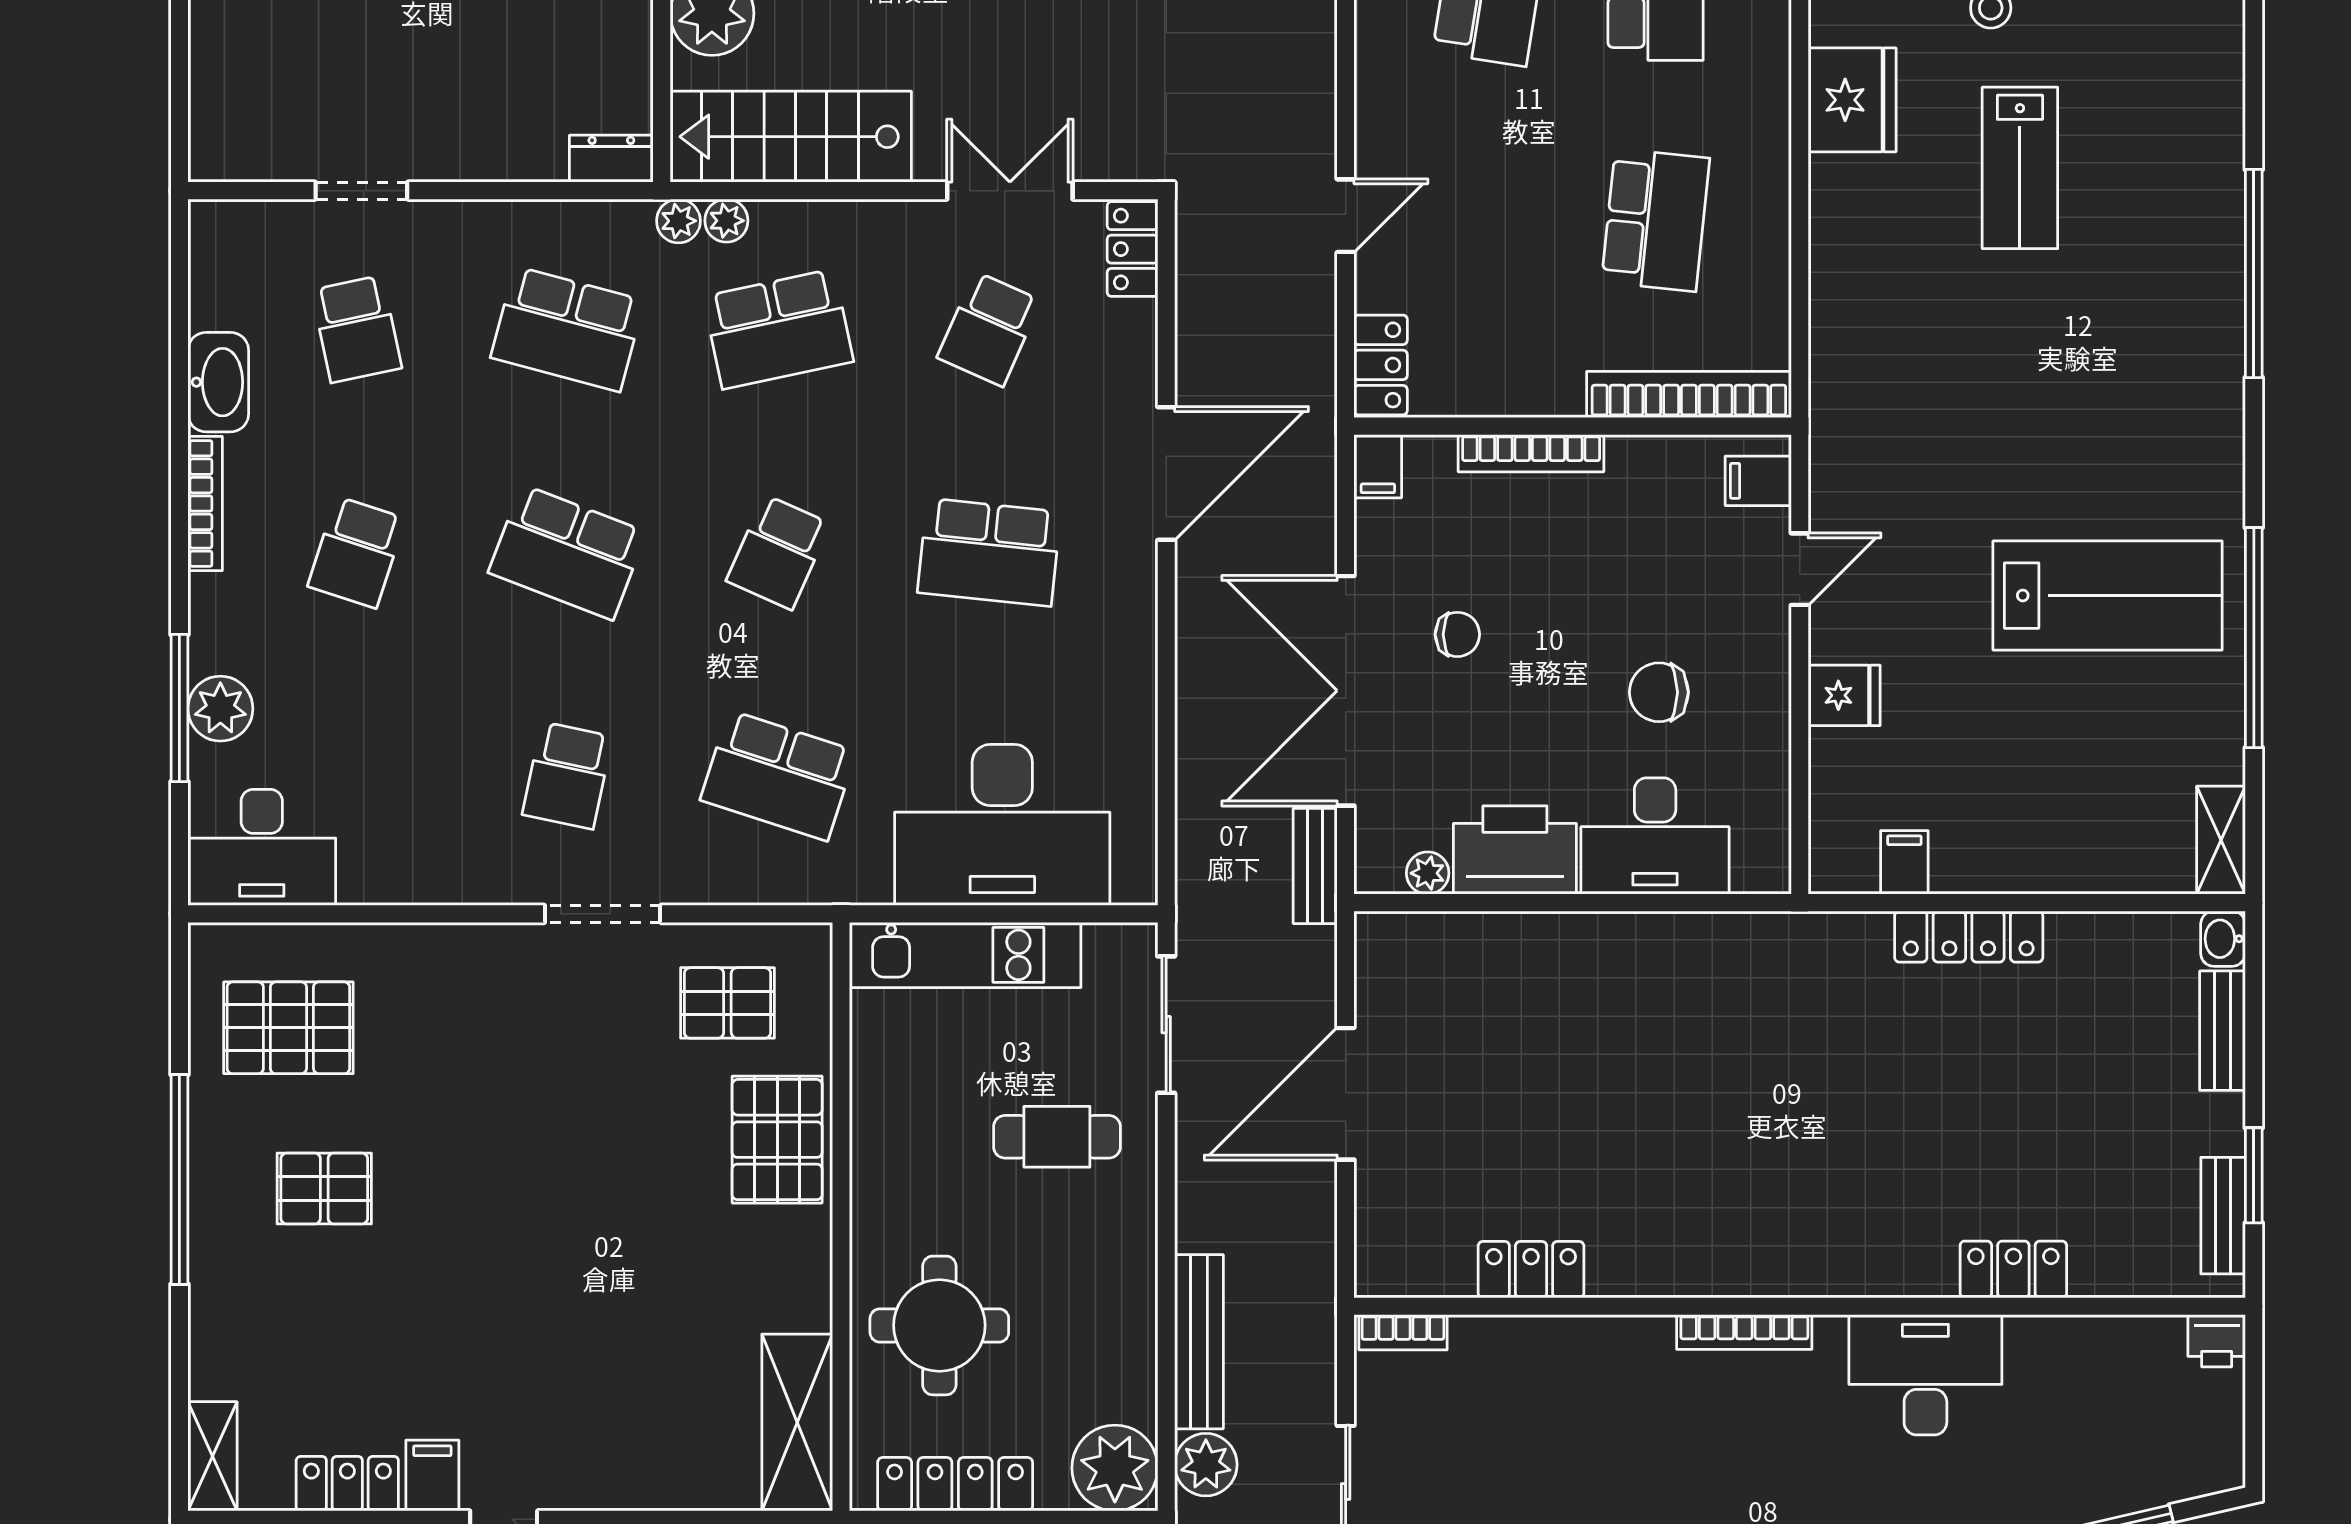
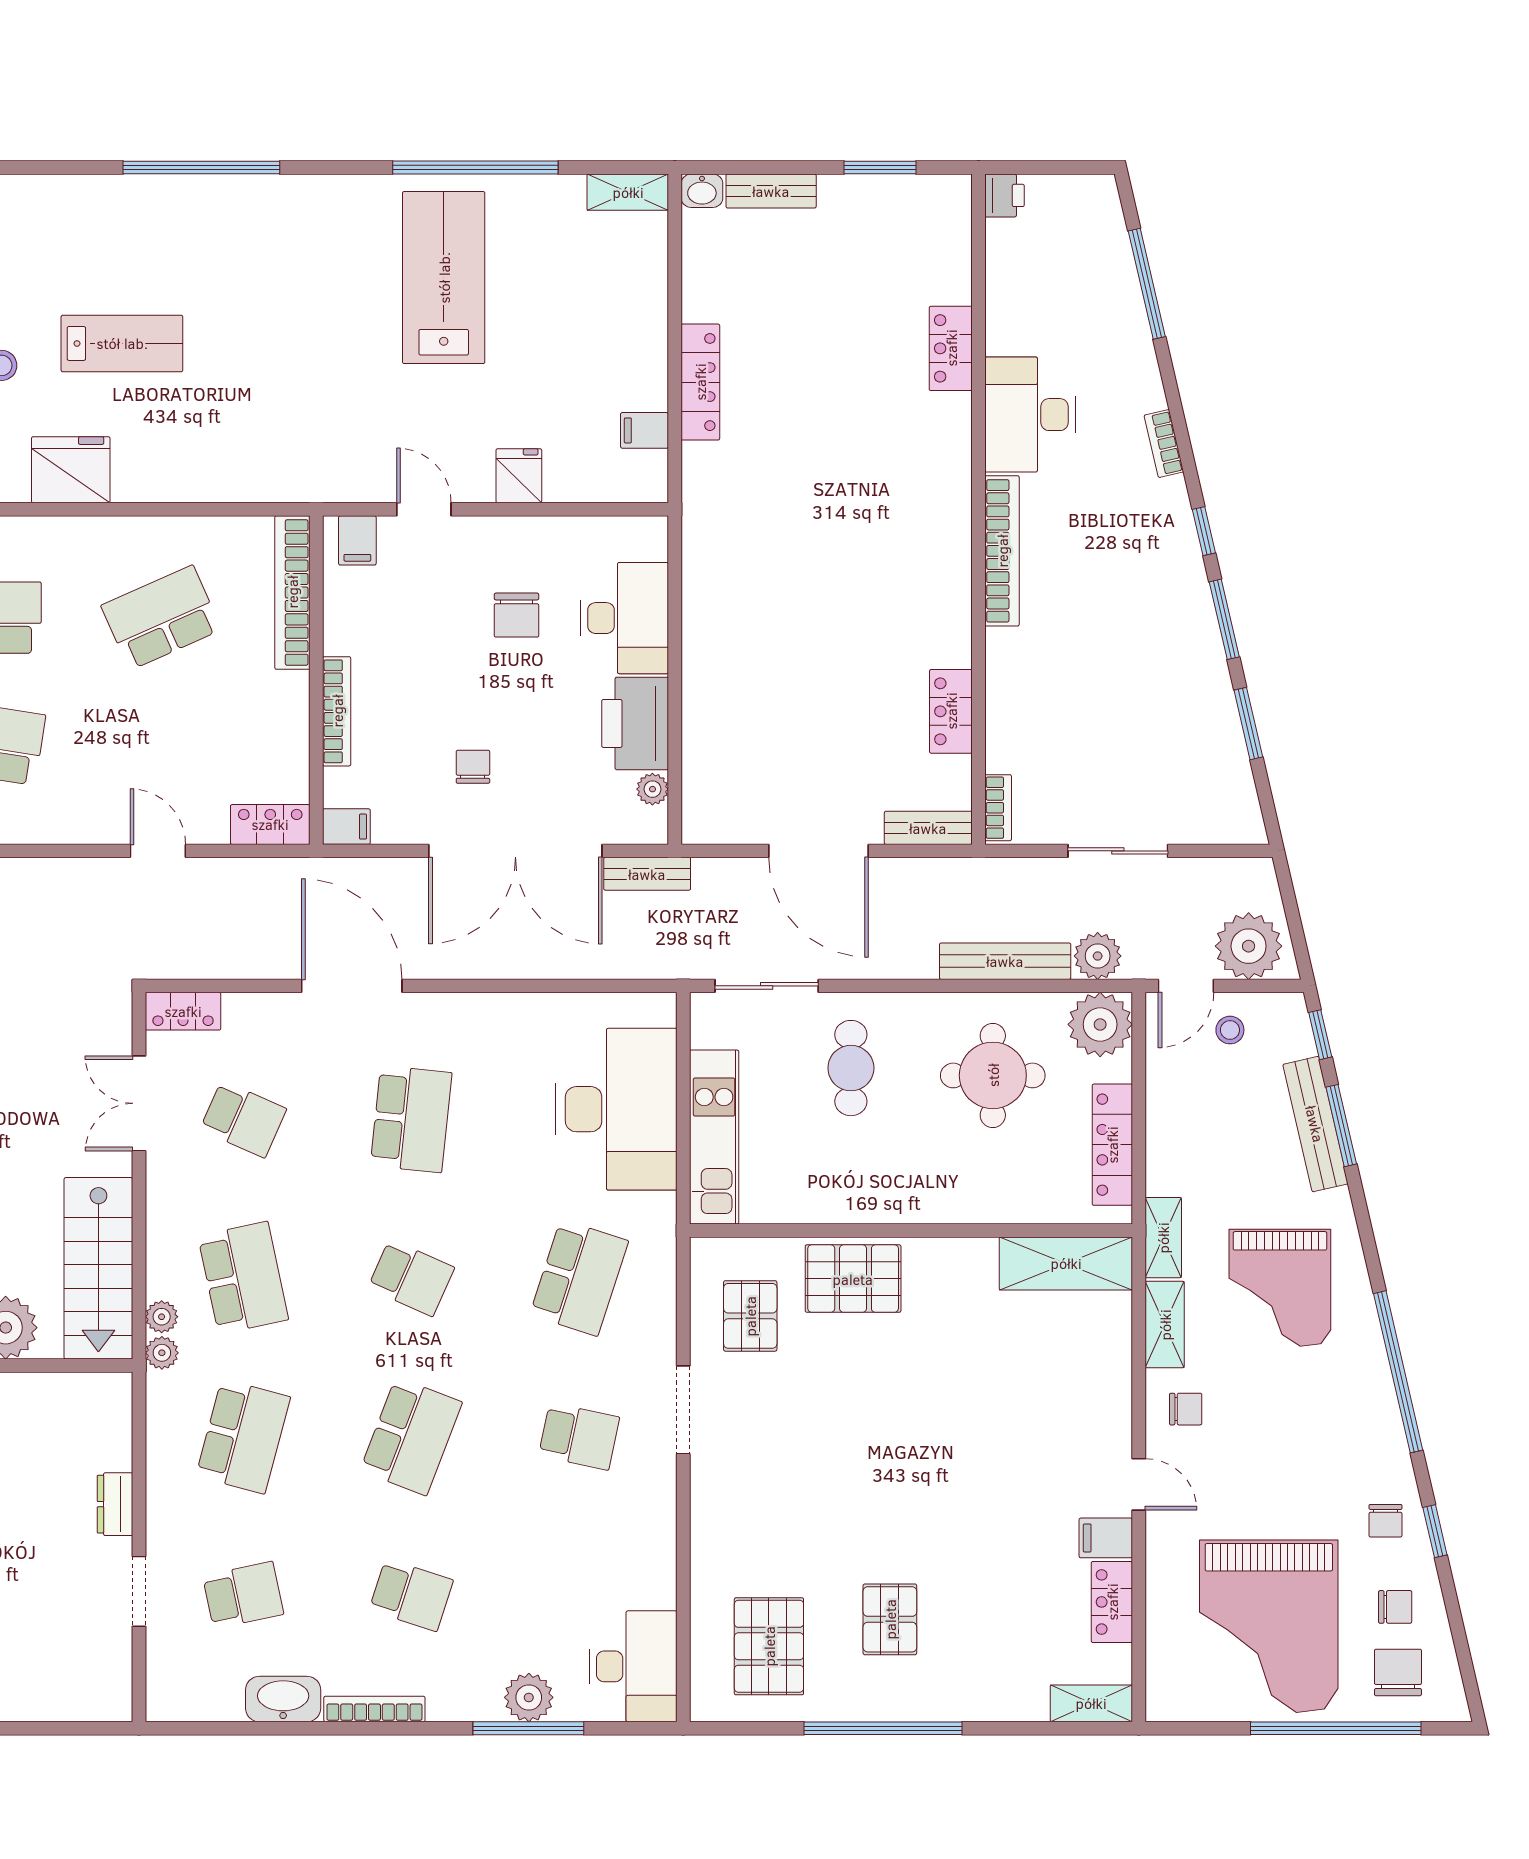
dresser: (611, 159) -> (115, 1504), moved
school desk: (1656, 220) -> (161, 618), turned -30
bench: (2223, 1216) -> (928, 828), moved
round table: (939, 1325) -> (993, 1075), moved
bookcase: (1744, 1332) -> (1002, 551), width x1.48, depth x1.31

